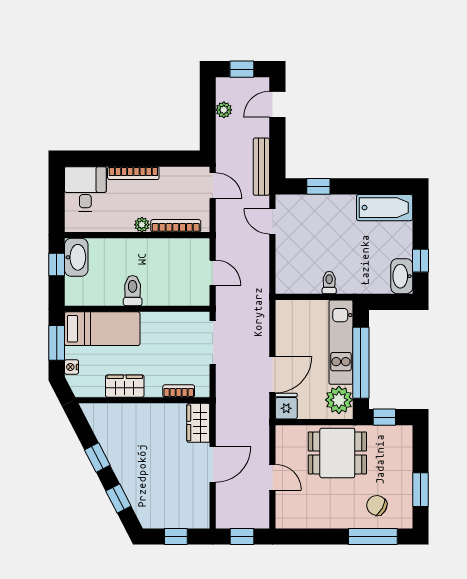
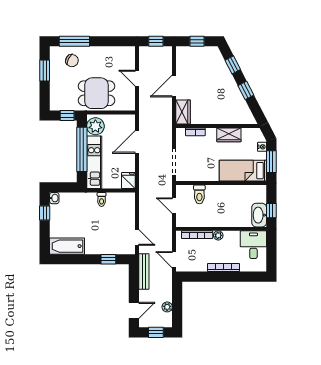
desk: (85, 189) -> (253, 245), moved, turned 180
washbasin: (402, 276) -> (54, 198), width x0.52, depth x0.69
toilet: (133, 291) -> (199, 194), moved
fridge: (286, 406) -> (128, 181), moved, turned 180

